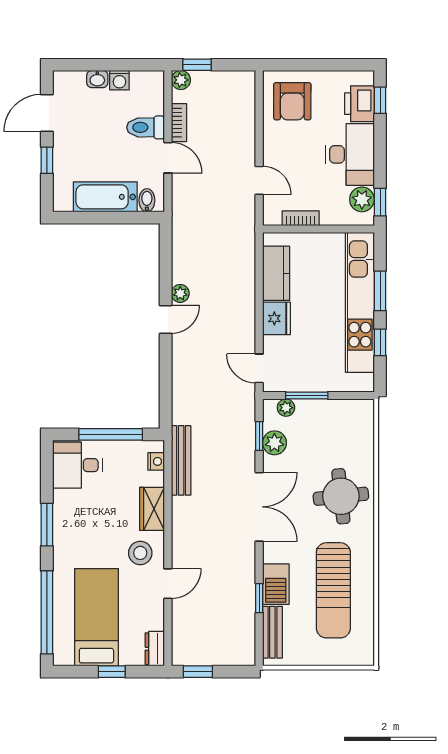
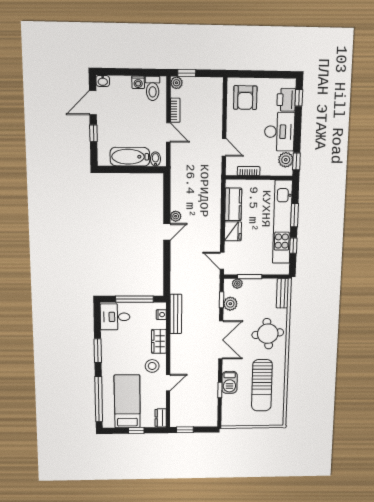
washbasin: (97, 79) -> (103, 81), moved
toilet: (146, 127) -> (153, 88), moved, turned -90
bench: (272, 632) -> (283, 293), moved

